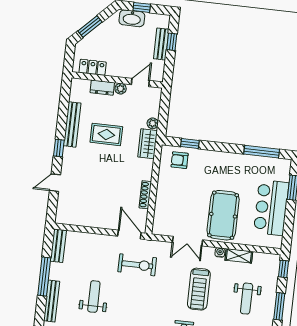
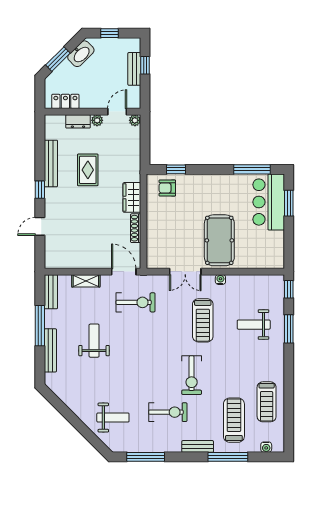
washbasin: (132, 18) -> (81, 54), moved, turned -45
plant: (153, 123) -> (135, 120), moved
rug: (106, 134) -> (88, 170), turned 90
wardrobe: (148, 144) -> (132, 197), moved
bar counter: (271, 208) -> (269, 202), moved
shelving: (239, 256) -> (86, 281), moved
weight bench: (247, 299) -> (254, 325), turned 90

